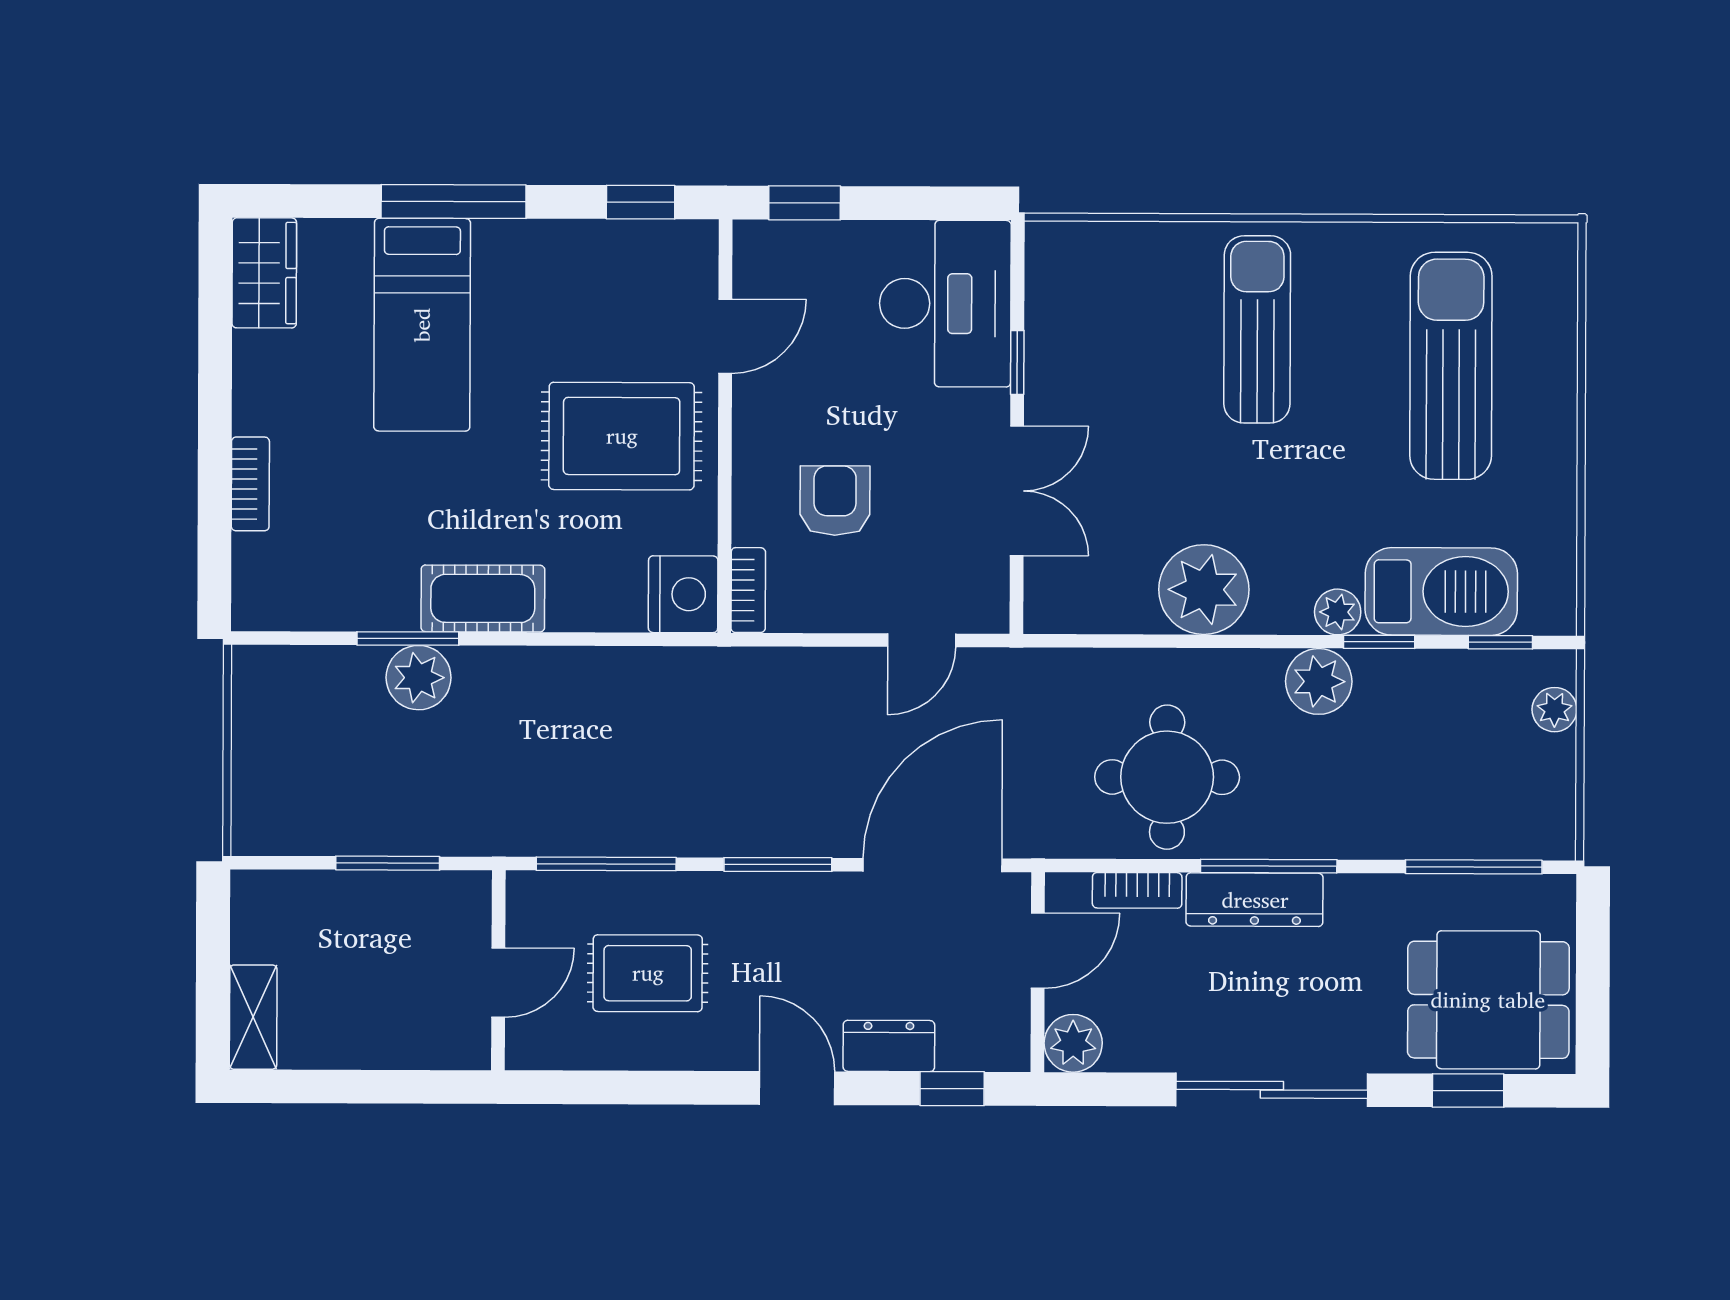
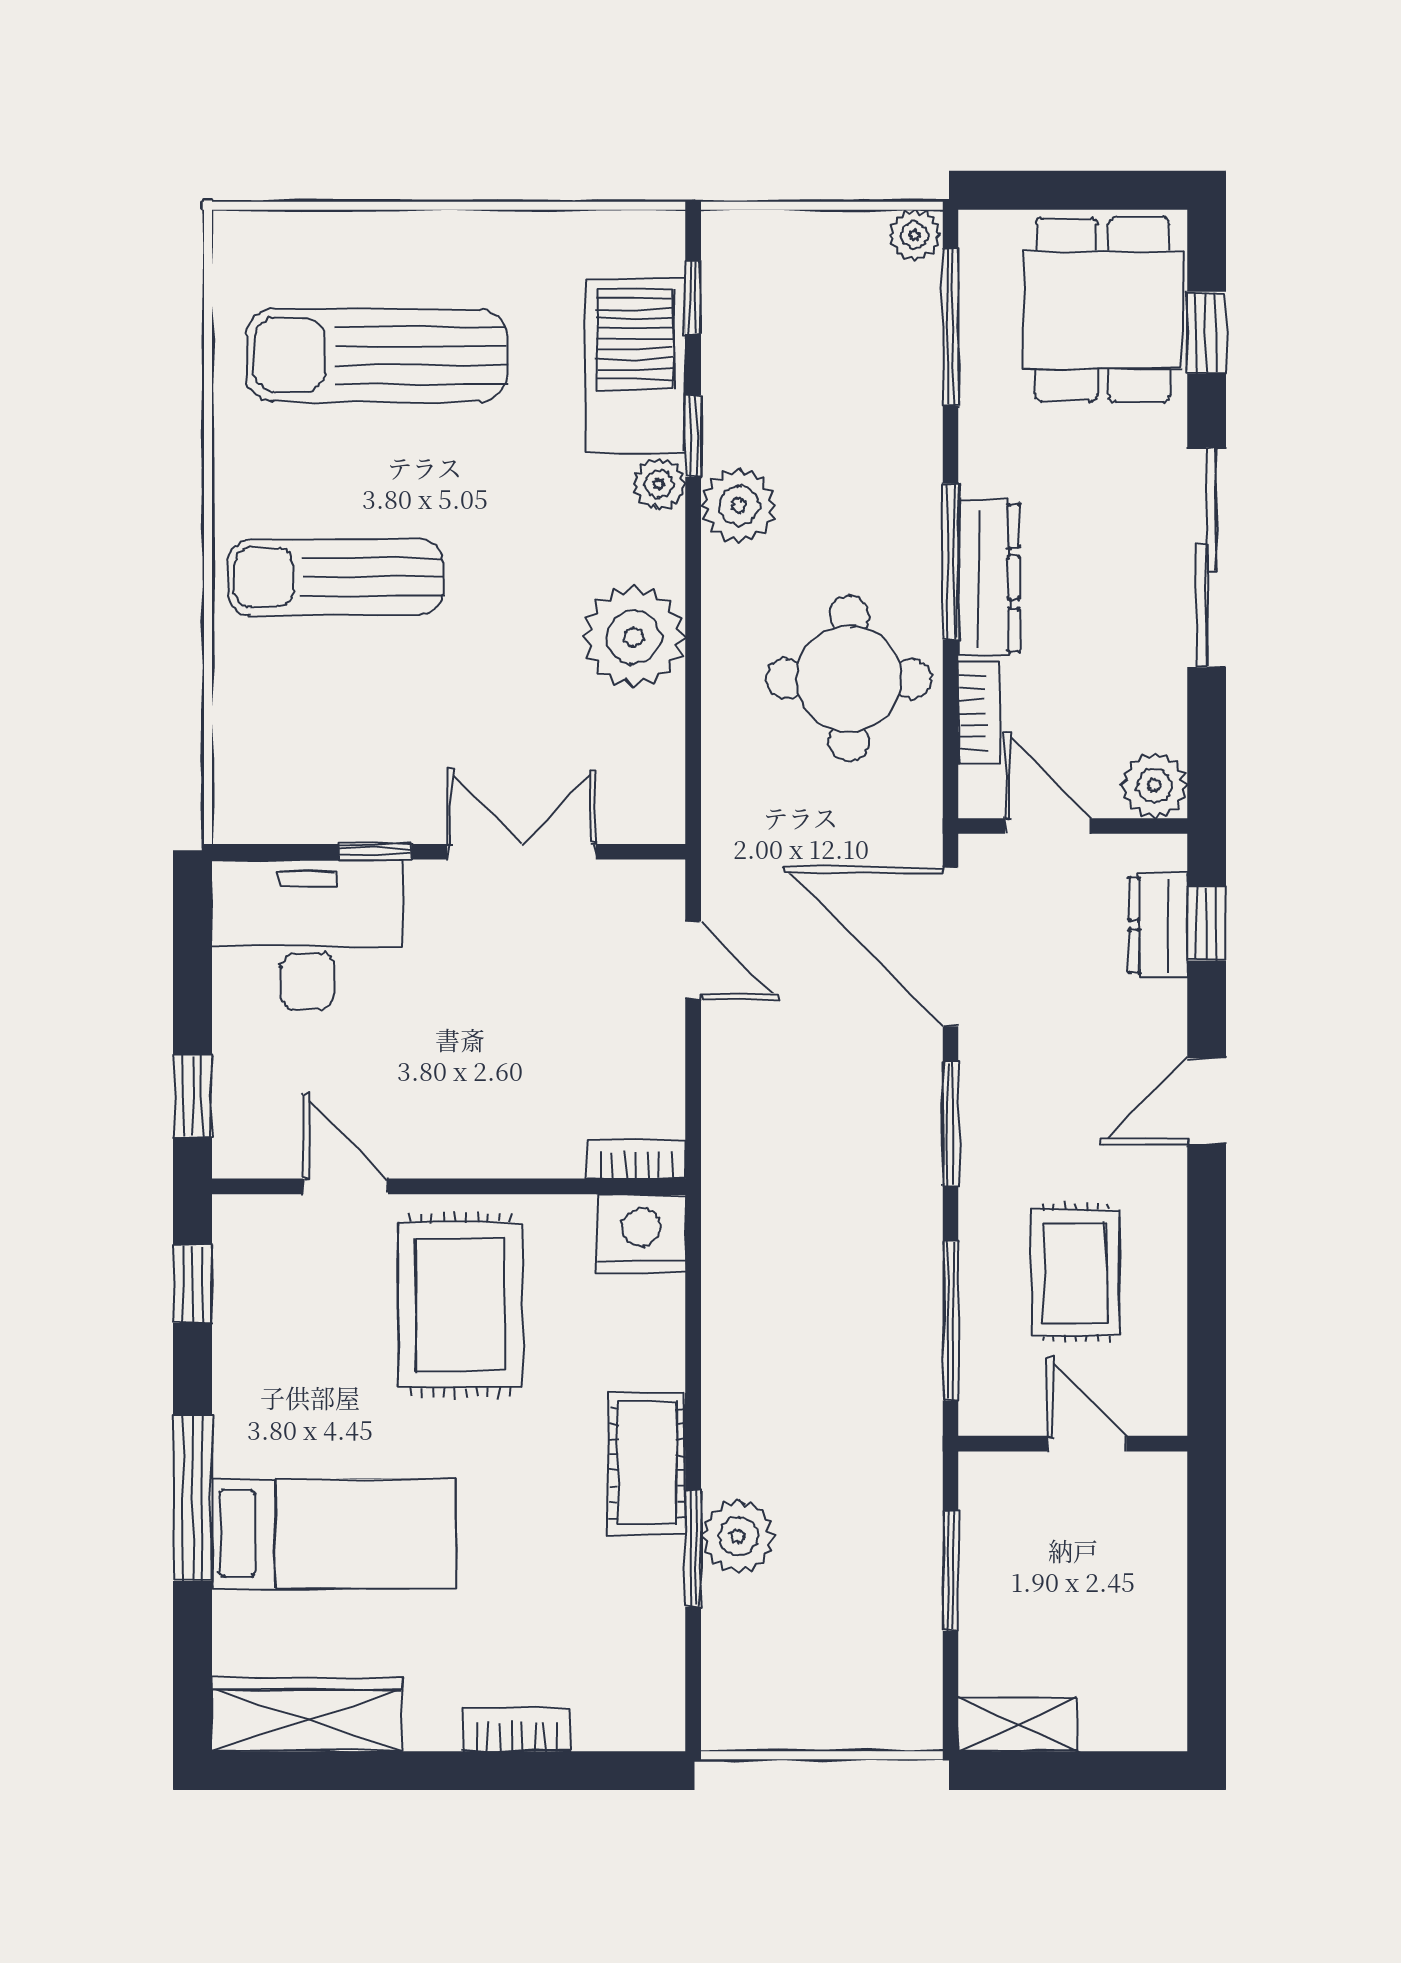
wardrobe: (264, 273) -> (307, 1715), width x1.50
armchair: (835, 501) -> (533, 1060), removed
plant: (1555, 710) -> (915, 235), moved
shelving: (253, 1017) -> (1018, 1724), moved
dresser: (889, 1046) -> (1158, 925), moved

